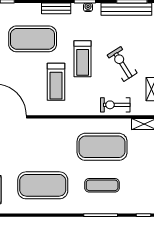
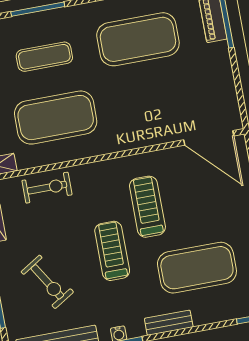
exercise bike: (122, 64) -> (47, 282), moved

